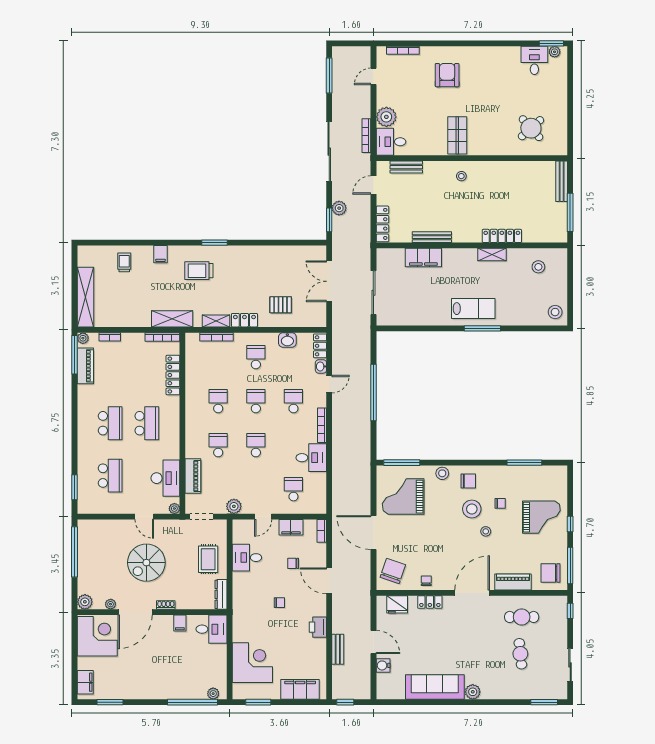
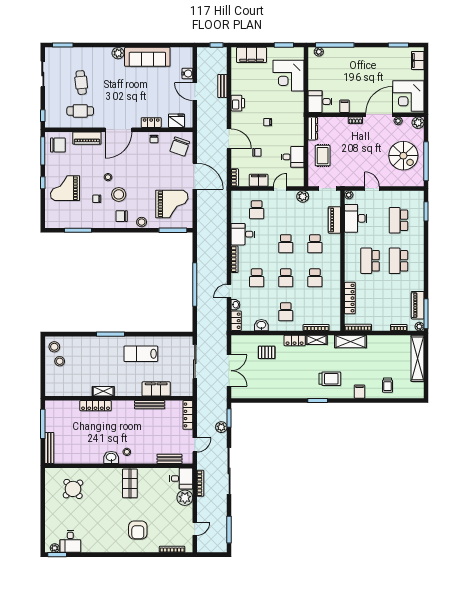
washbasin: (482, 169) -> (111, 457), added
stool: (538, 267) -> (60, 361), moved
lab bench: (473, 309) -> (141, 354), moved
spiral stairs: (146, 563) -> (403, 156), moved, turned 90

